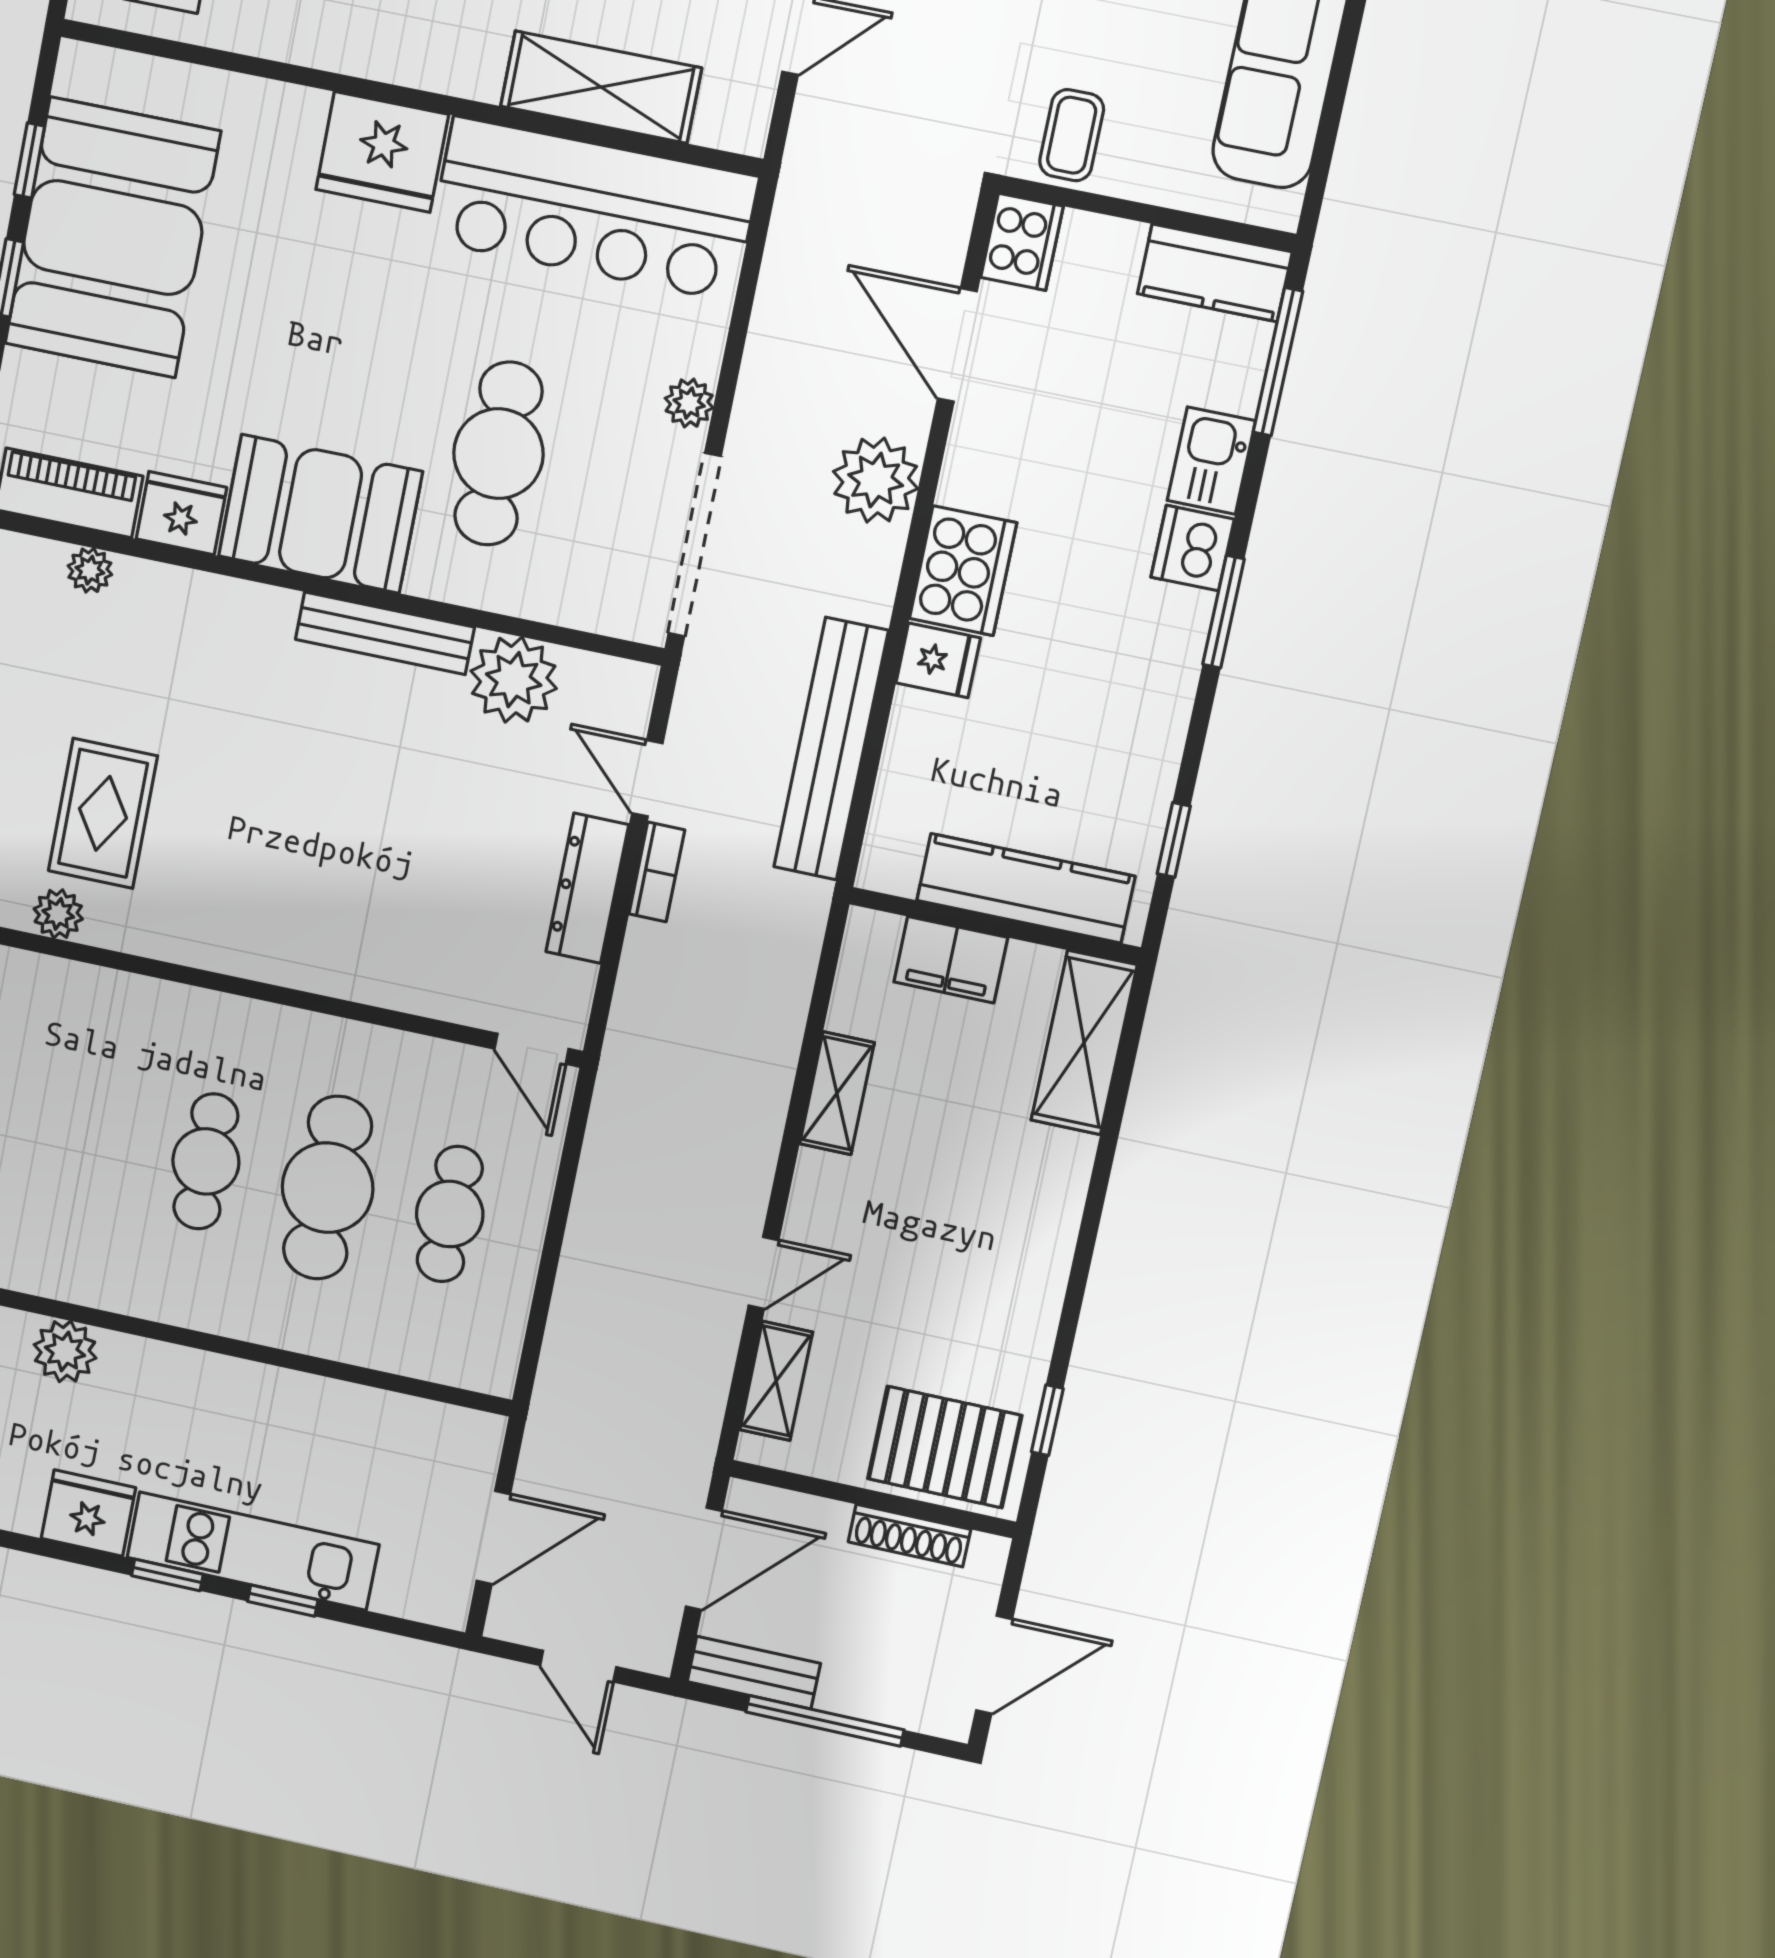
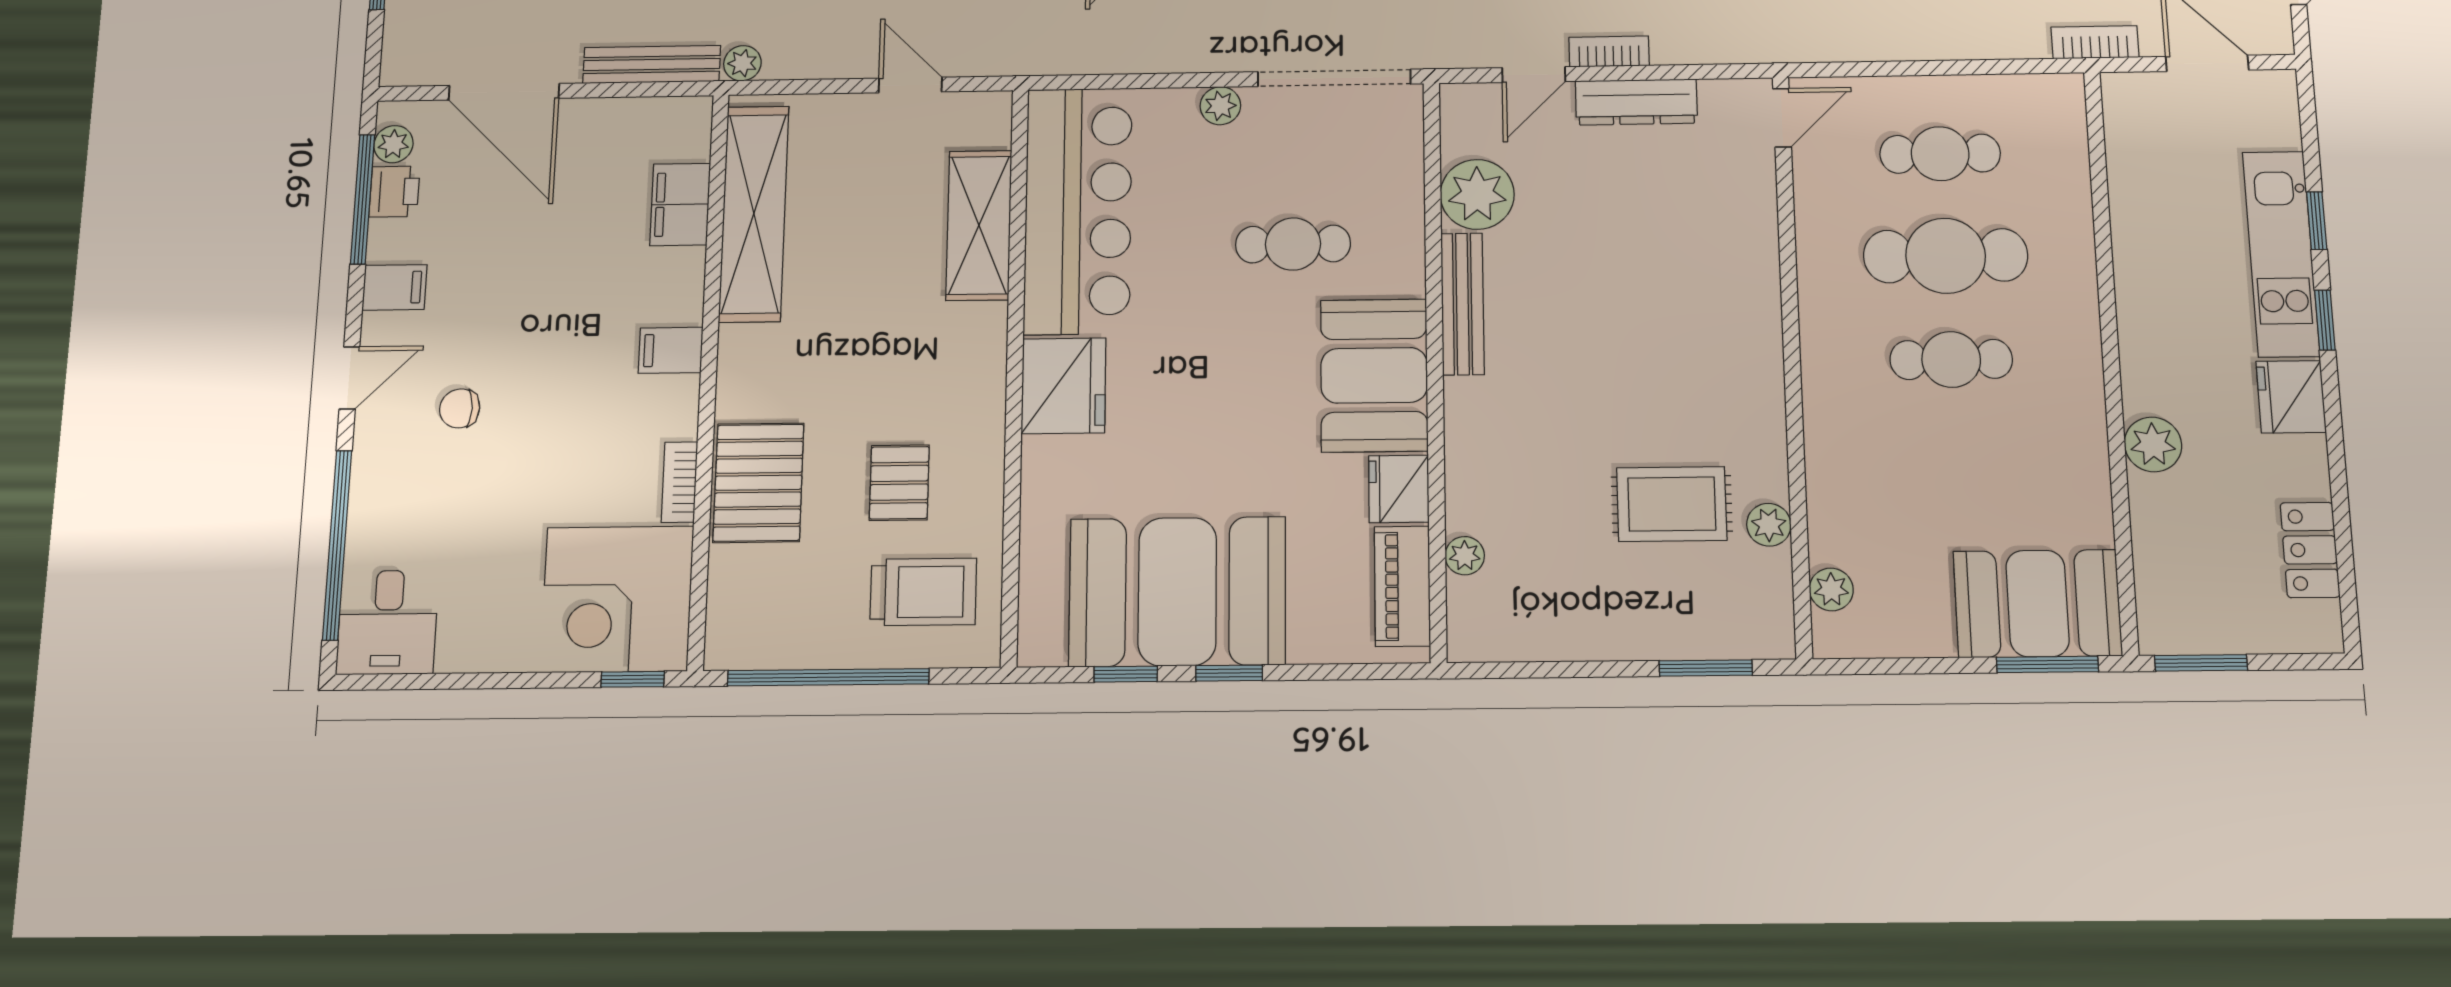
cafe table: (498, 454) -> (1293, 244), width x0.73, depth x0.74
bookcase: (546, 1422) -> (2095, 42), added

